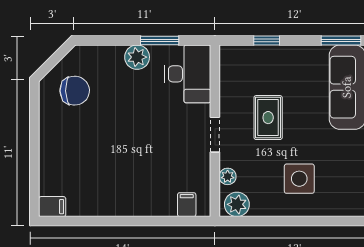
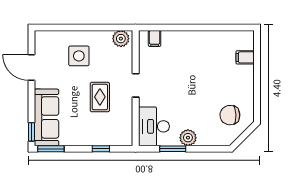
plant: (228, 176) -> (127, 57), removed
filing cabinet: (52, 207) -> (245, 57), moved

